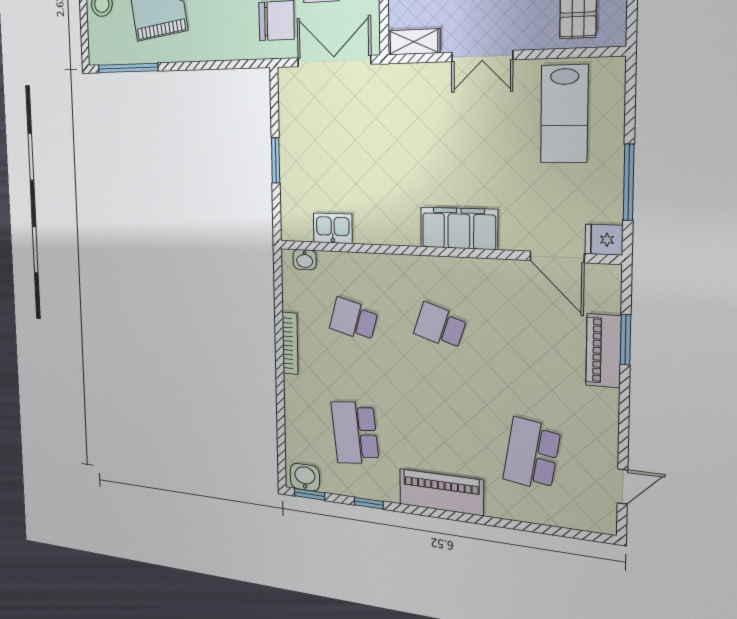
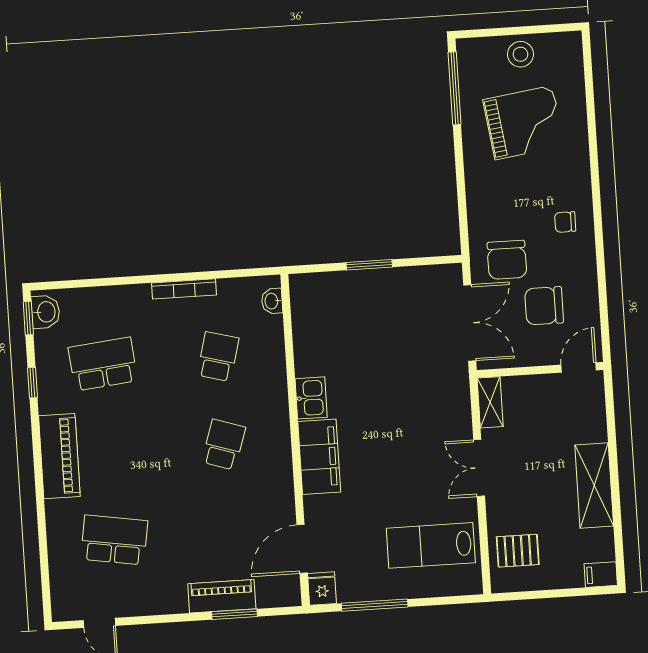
kitchen sink: (333, 228) -> (311, 398), moved

